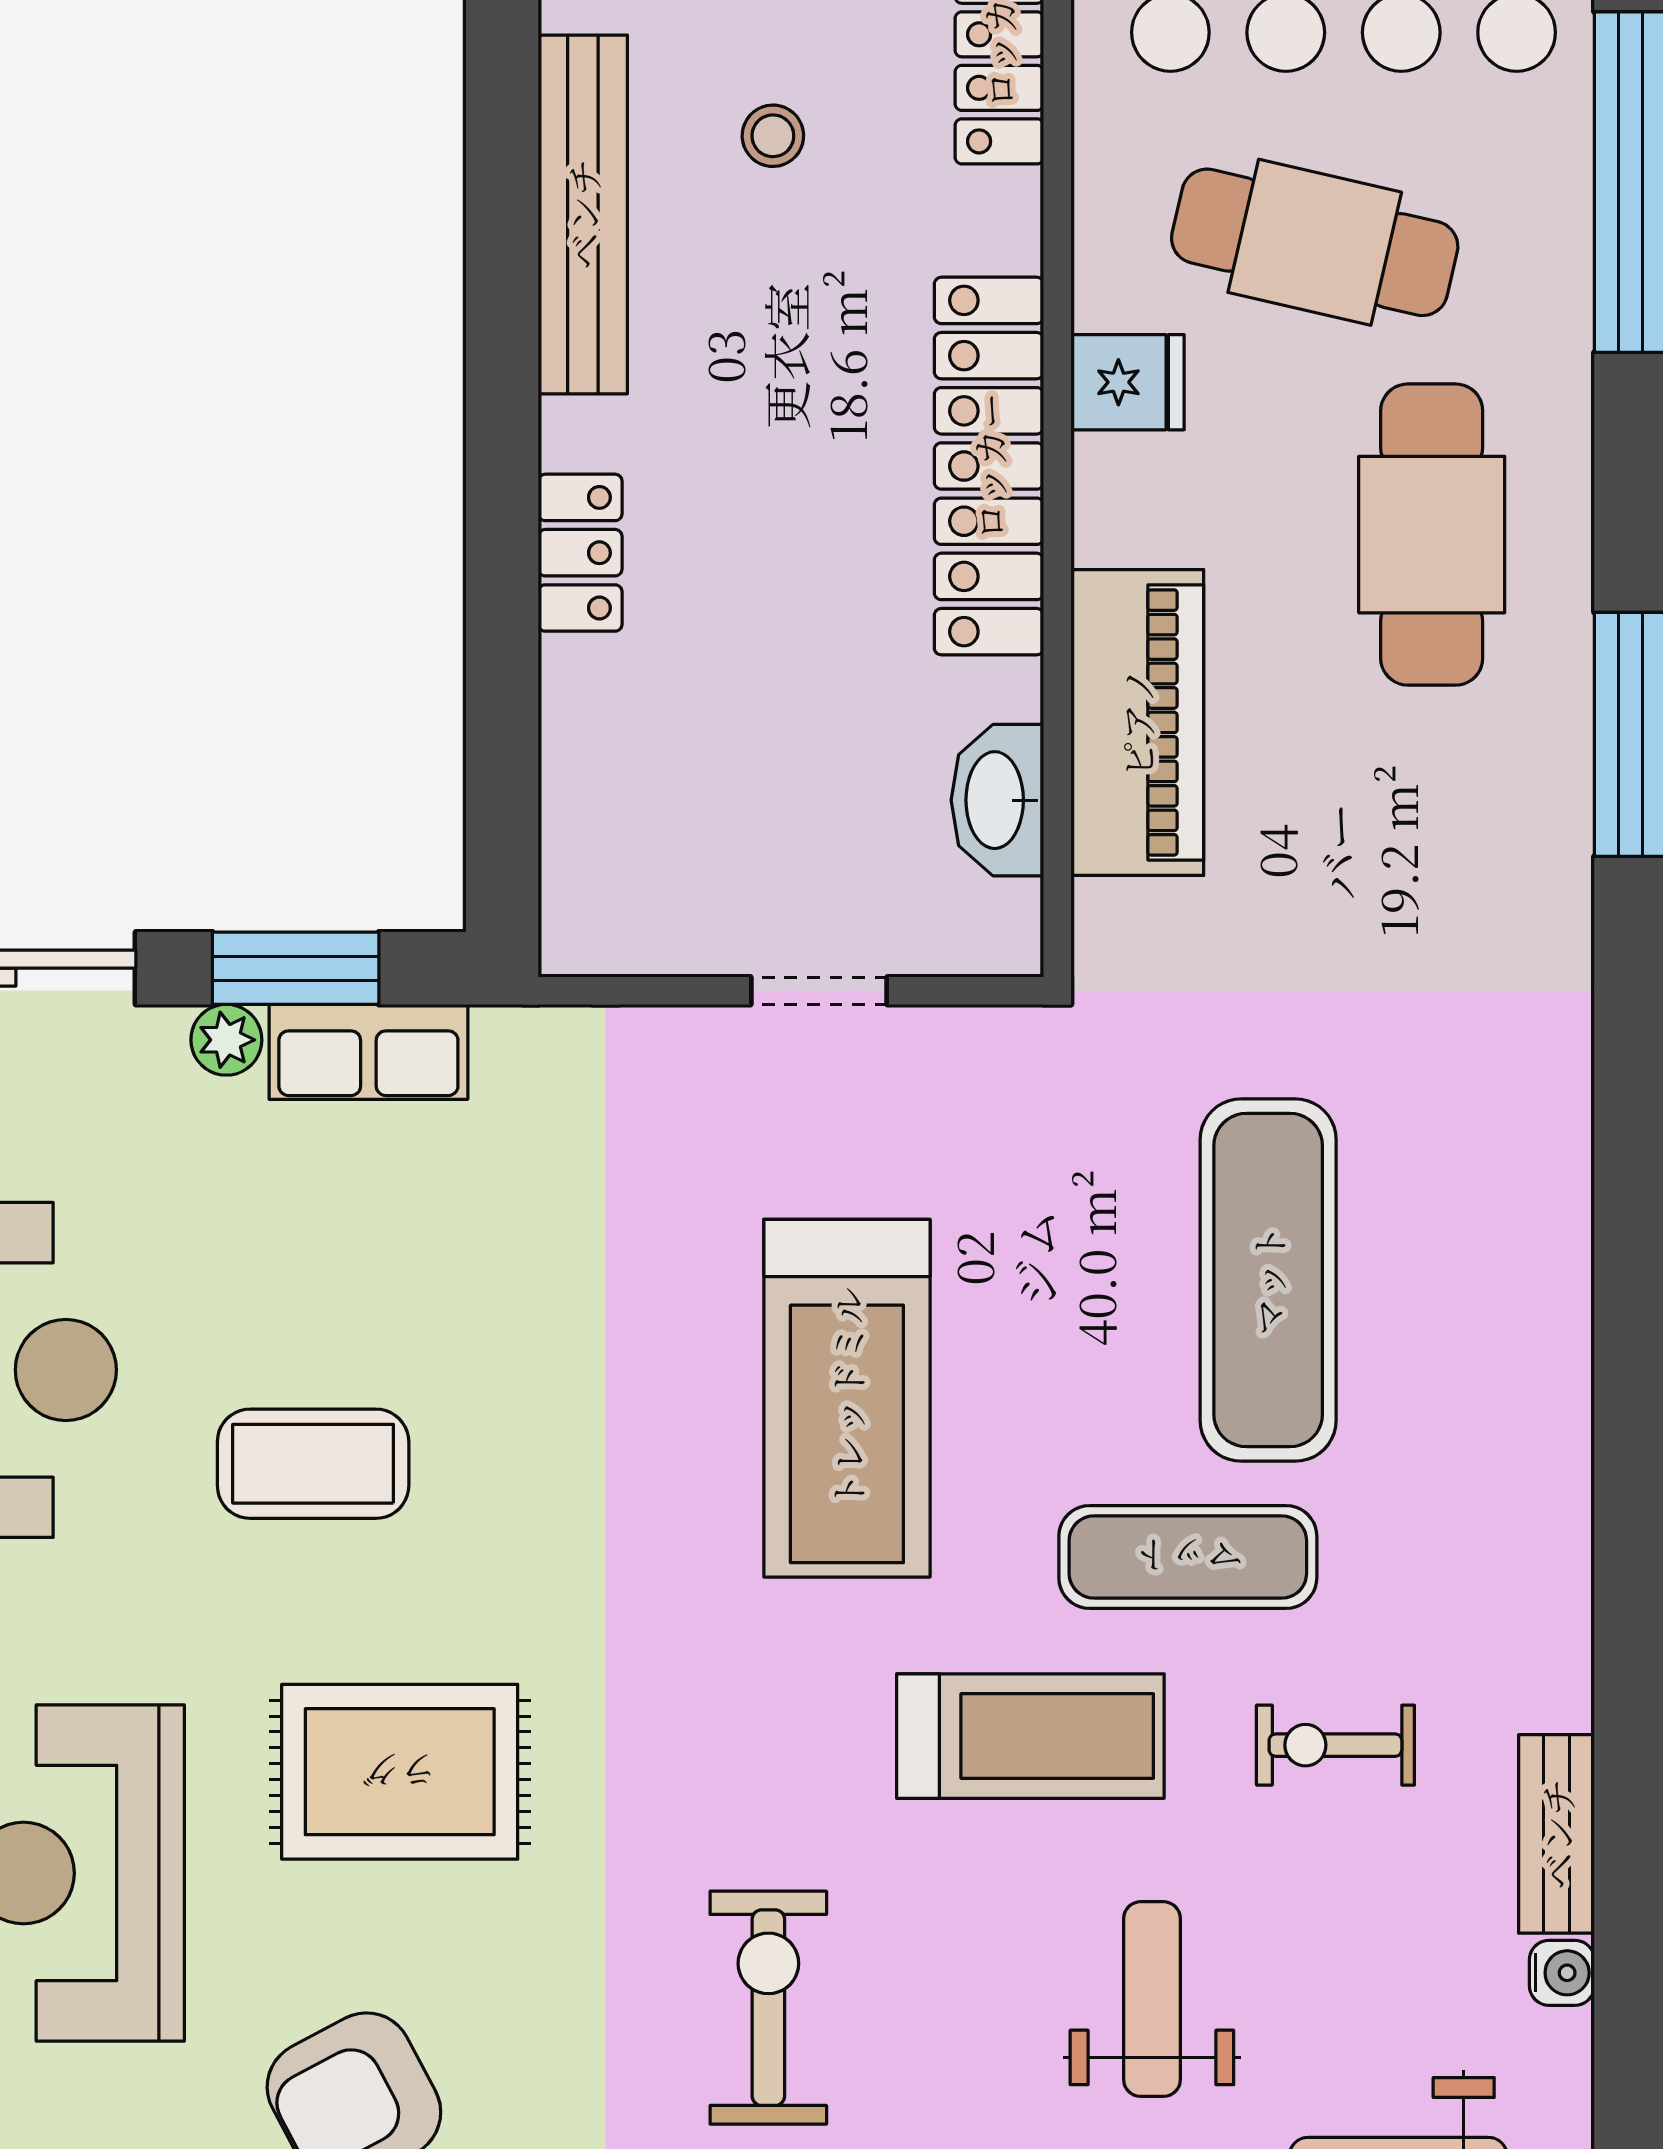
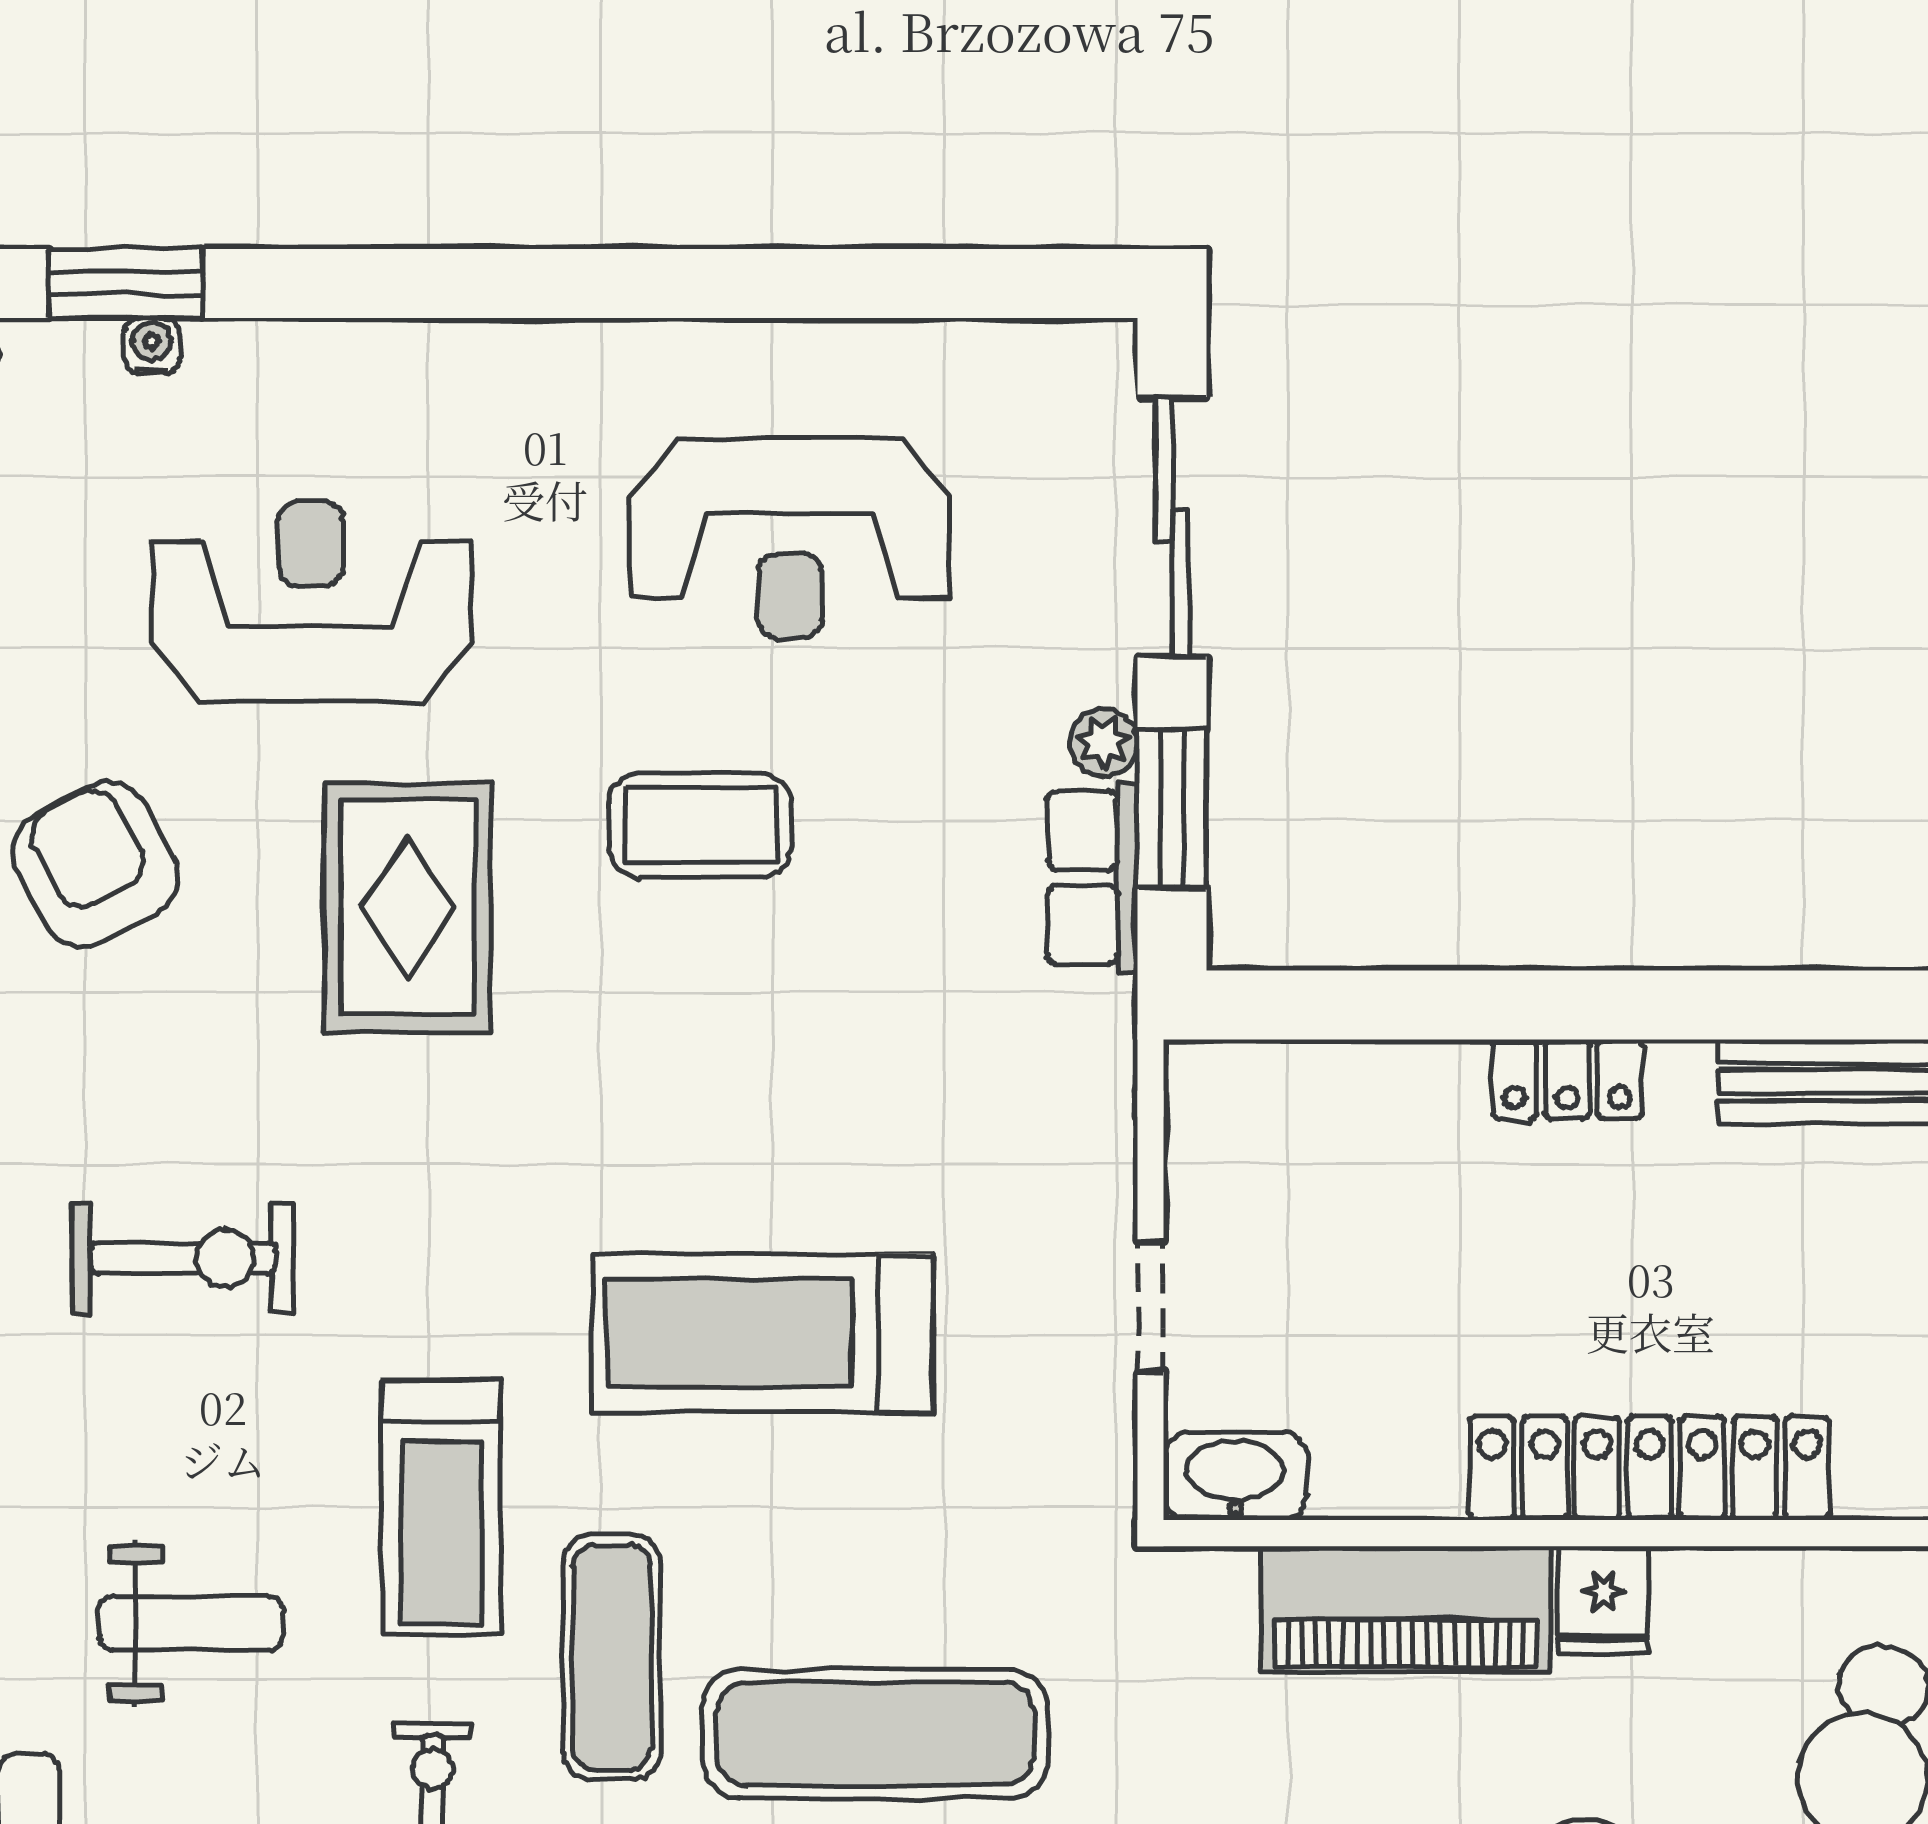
fridge: (1127, 382) -> (1603, 1600), moved
washbasin: (997, 800) -> (1235, 1476), moved
coffee table: (313, 1464) -> (700, 825), turned 90

